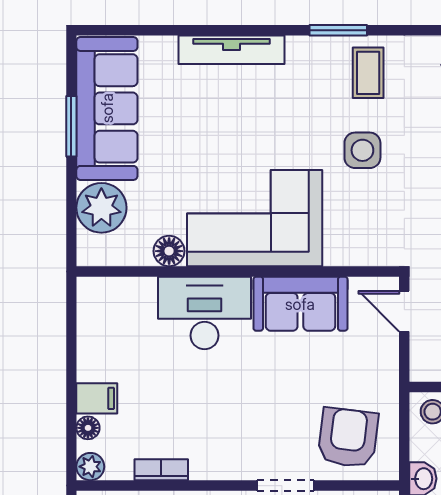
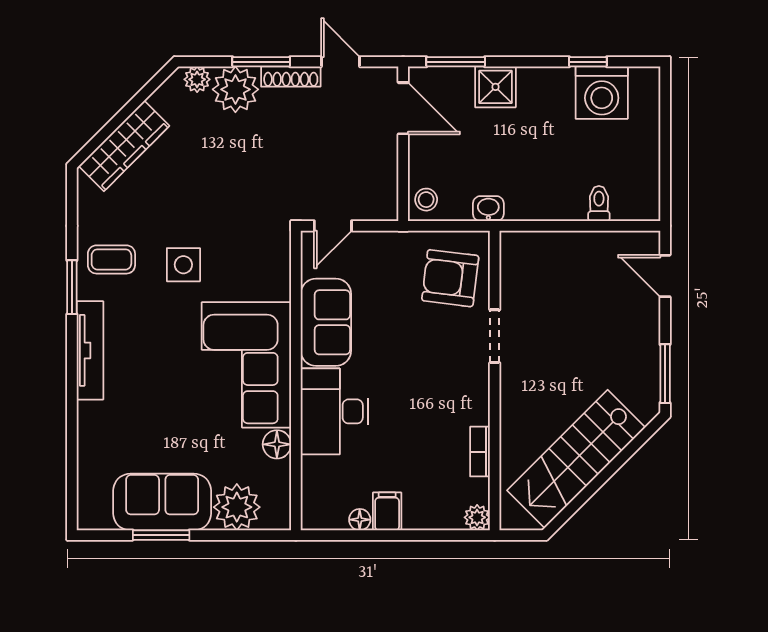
tv unit: (232, 50) -> (90, 350), moved
sofa: (107, 108) -> (162, 502), width x0.73
filing cabinet: (97, 398) -> (387, 511), moved
floor lamp: (88, 428) -> (360, 520), moved

